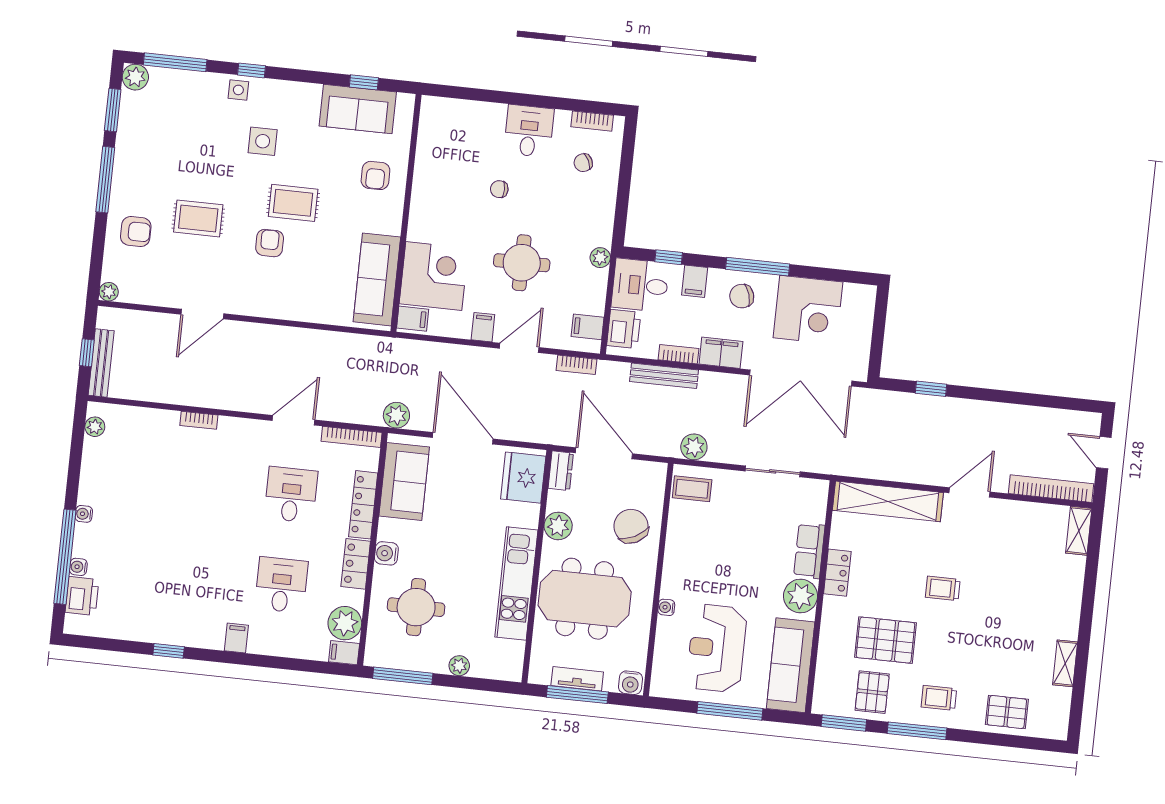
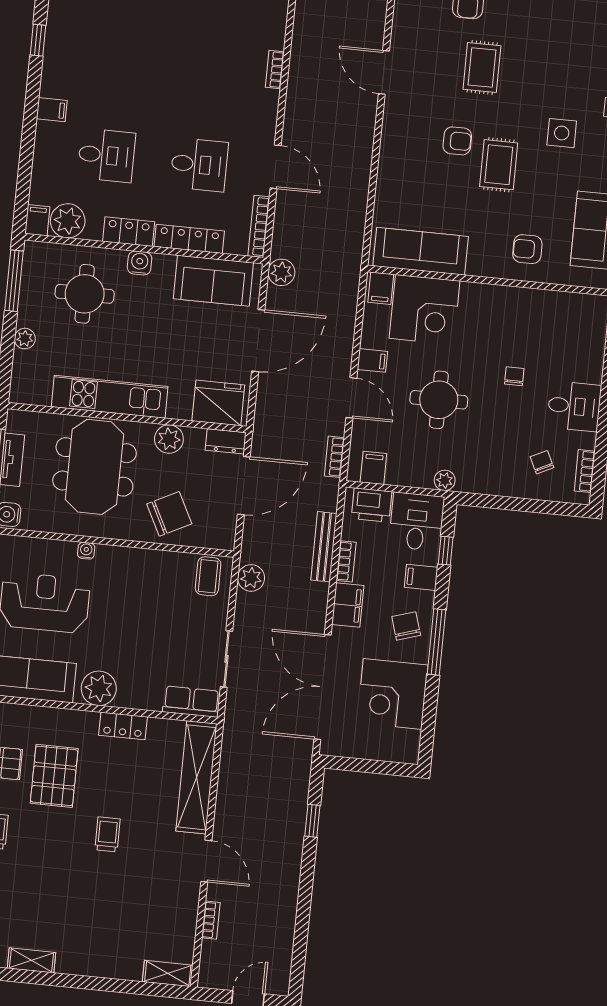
bookcase: (1051, 489) -> (211, 920), width x0.43, depth x0.76
row of seats: (809, 551) -> (191, 702), moved

